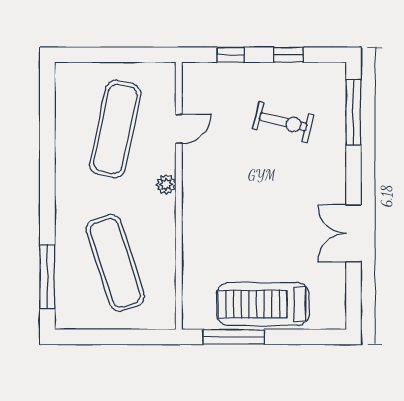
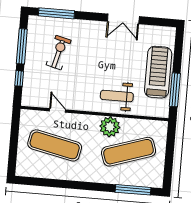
window: (289, 55) -> (22, 46), width x2.17
plant: (166, 184) -> (110, 127), moved, width x1.87, depth x1.87
weight bench: (214, 233) -> (117, 96), added
treadmill: (263, 304) -> (158, 72), turned 180

